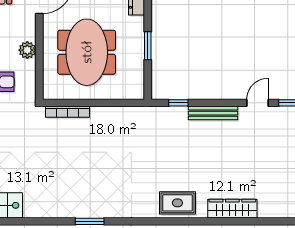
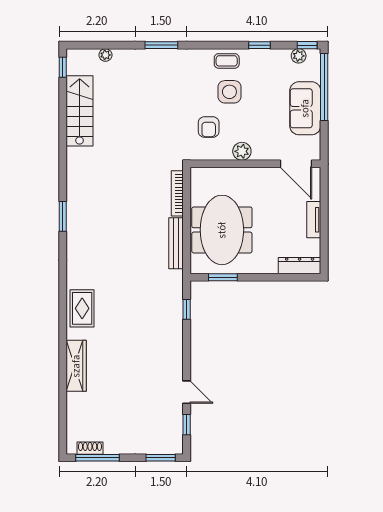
window: (148, 46) -> (223, 277), moved
meeting table: (87, 52) -> (222, 230), moved, turned 90
bench: (213, 113) -> (176, 243), moved

